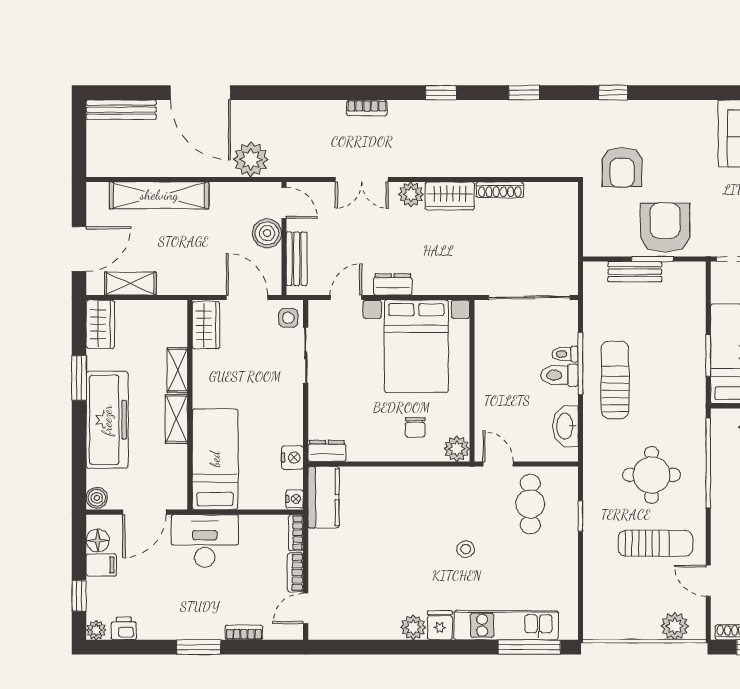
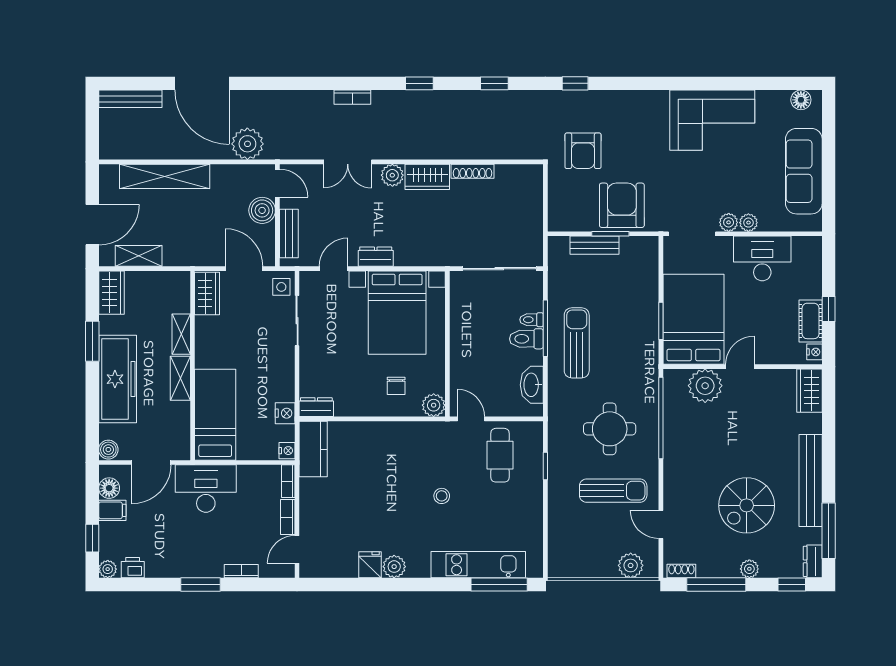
fridge: (440, 625) -> (370, 565), moved

